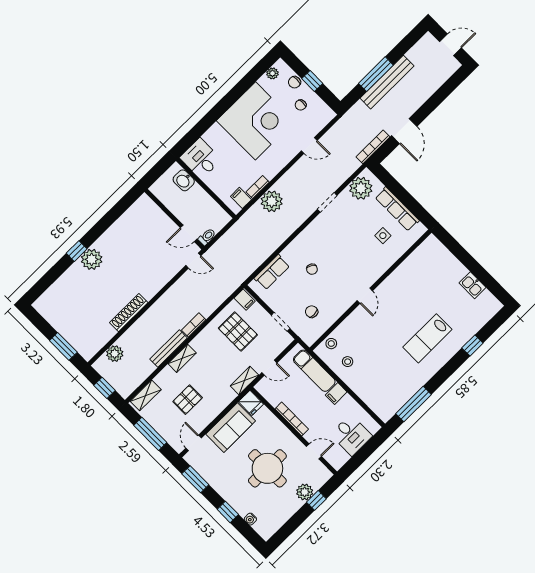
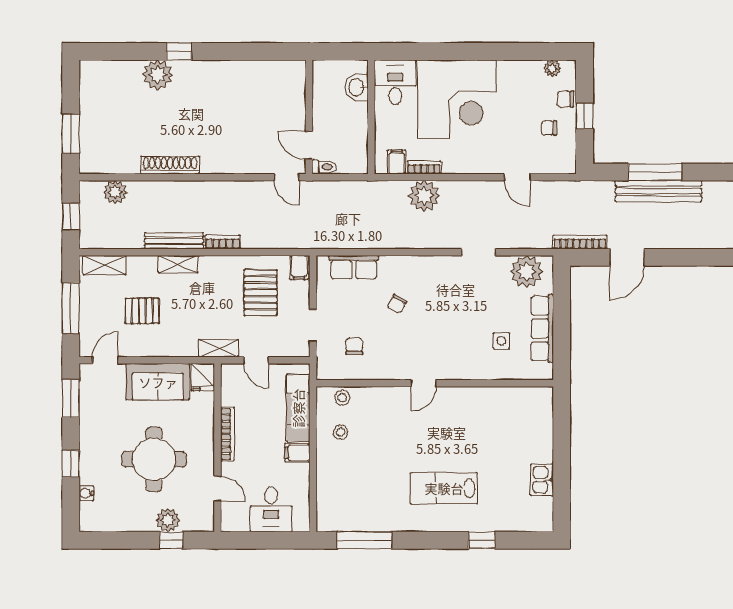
corner desk: (255, 121) -> (457, 99), moved
plant: (92, 259) -> (158, 75), moved

